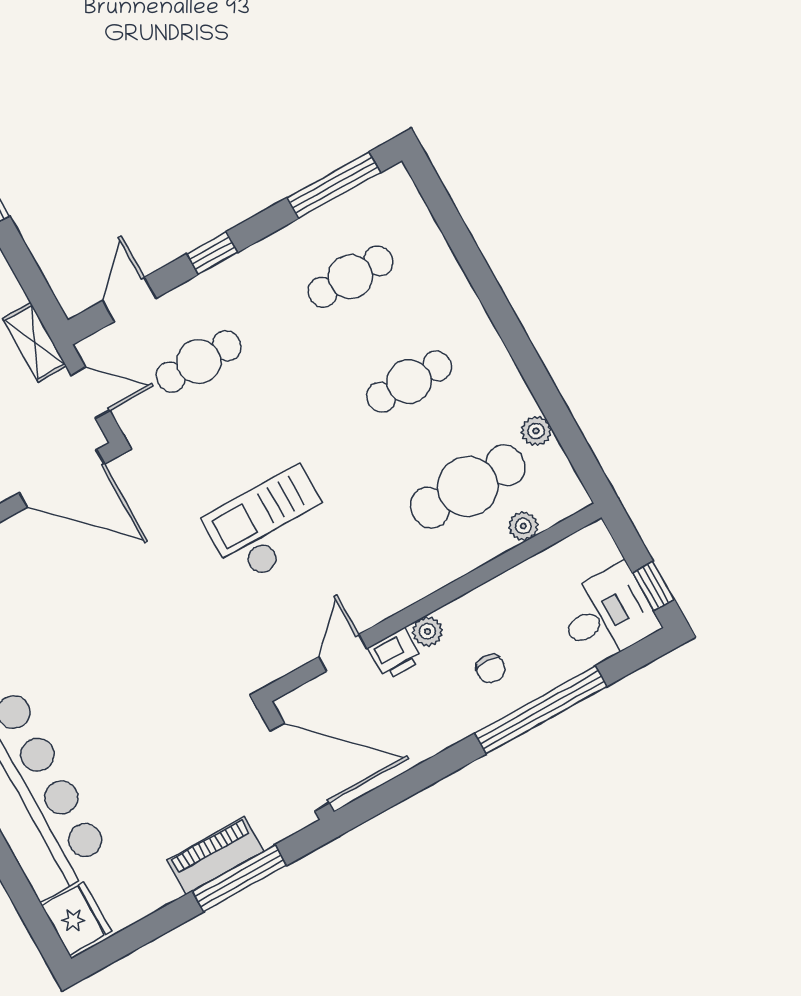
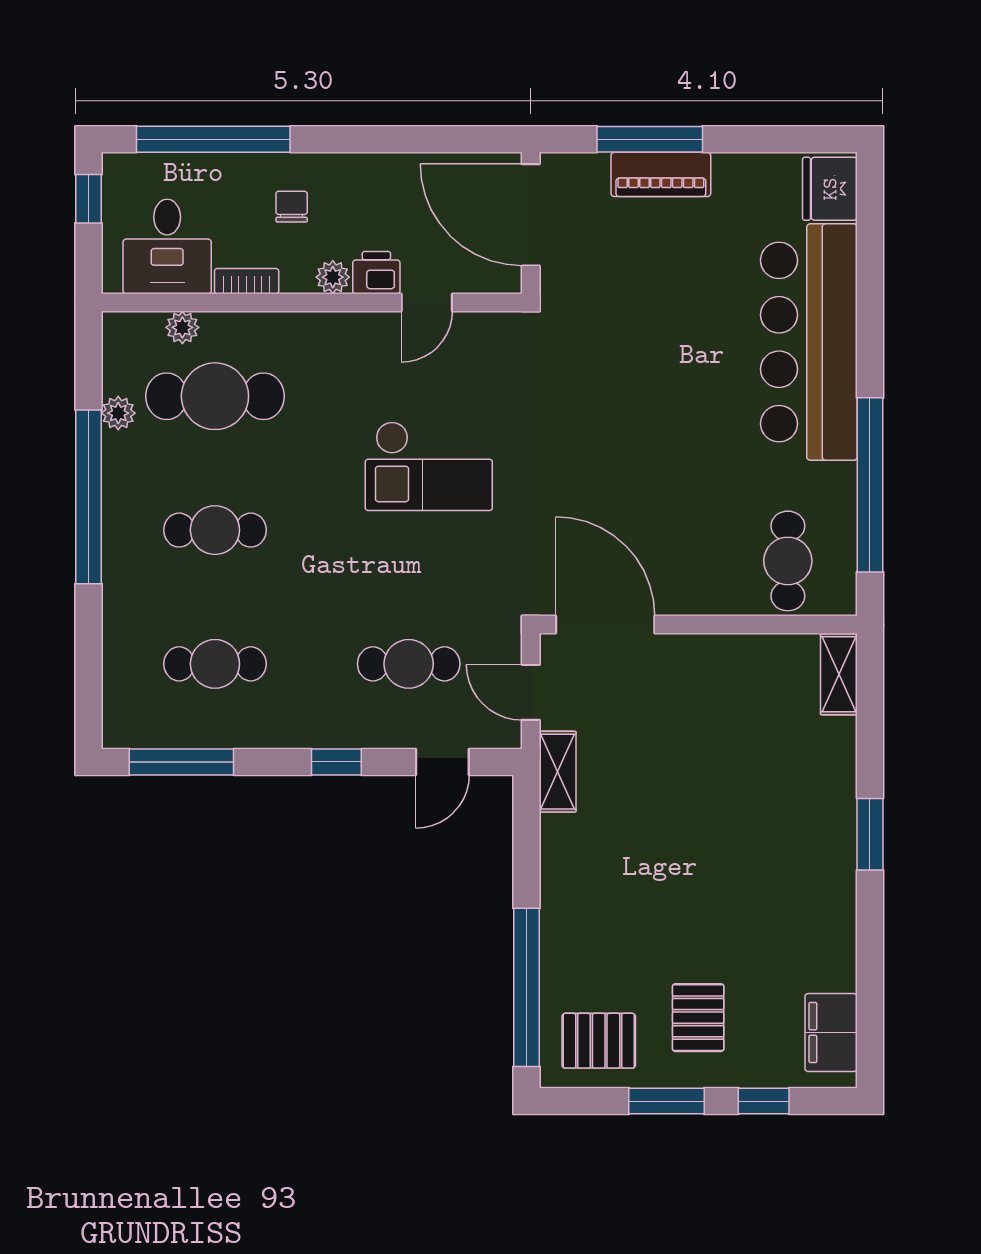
window: (523, 352) -> (89, 497), added
bookcase: (493, 591) -> (247, 281), added
desk: (607, 614) -> (167, 246), moved, turned -90
window: (541, 710) -> (213, 139), moved

